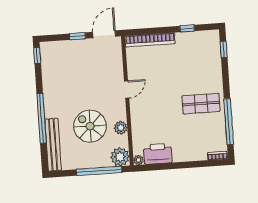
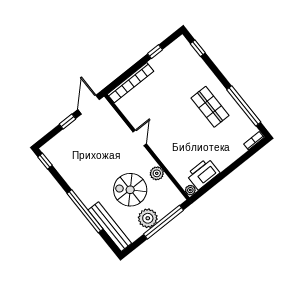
shop shelf: (201, 104) -> (210, 107), turned 90
plant: (120, 157) -> (148, 218), moved

